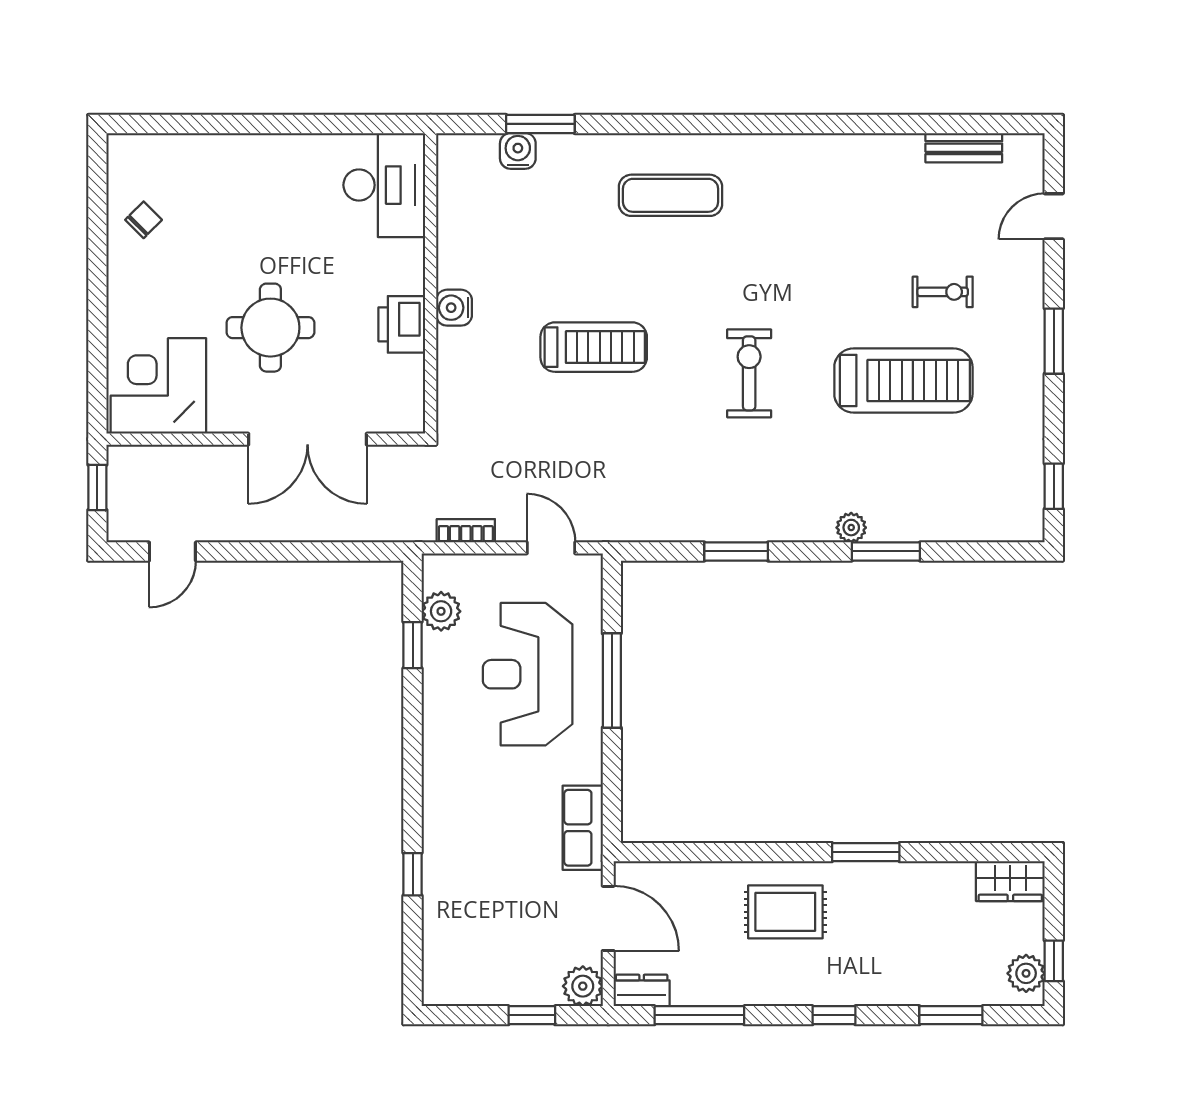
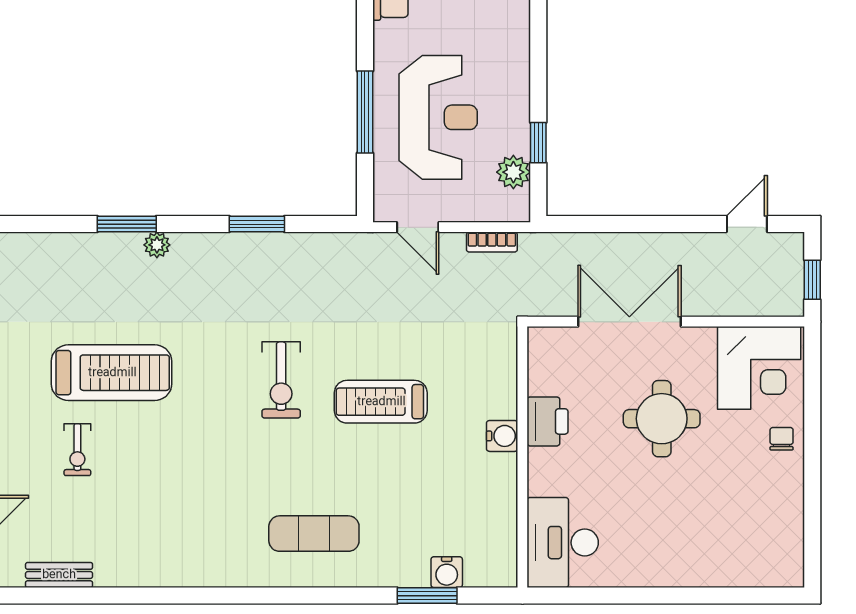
chair: (144, 220) -> (782, 439), moved, turned 135
exercise bike: (943, 292) -> (77, 450), turned -90
exercise bike: (749, 373) -> (281, 380), moved
treadmill: (903, 381) -> (112, 373), turned 180

